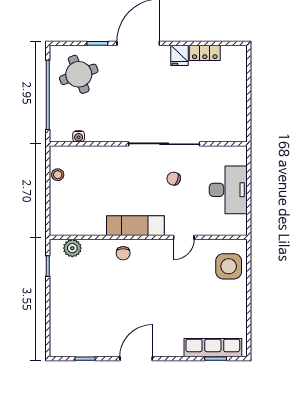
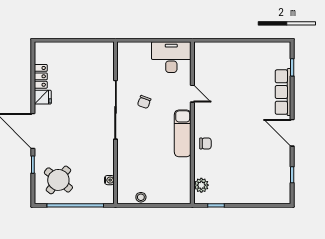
round table: (79, 74) -> (58, 180), turned -31
desk: (228, 190) -> (171, 57), moved
side table: (229, 266) -> (216, 57), removed
row of seats: (213, 348) -> (283, 92), moved

